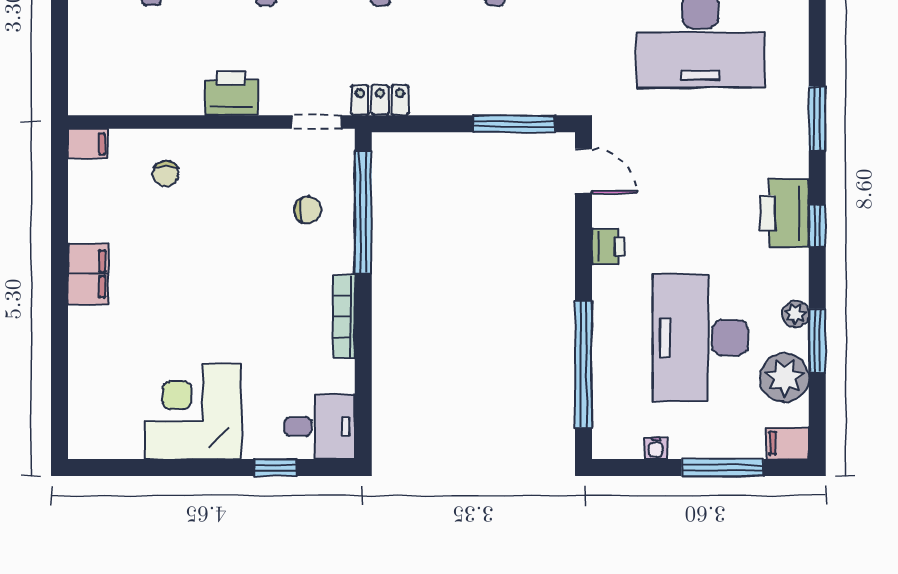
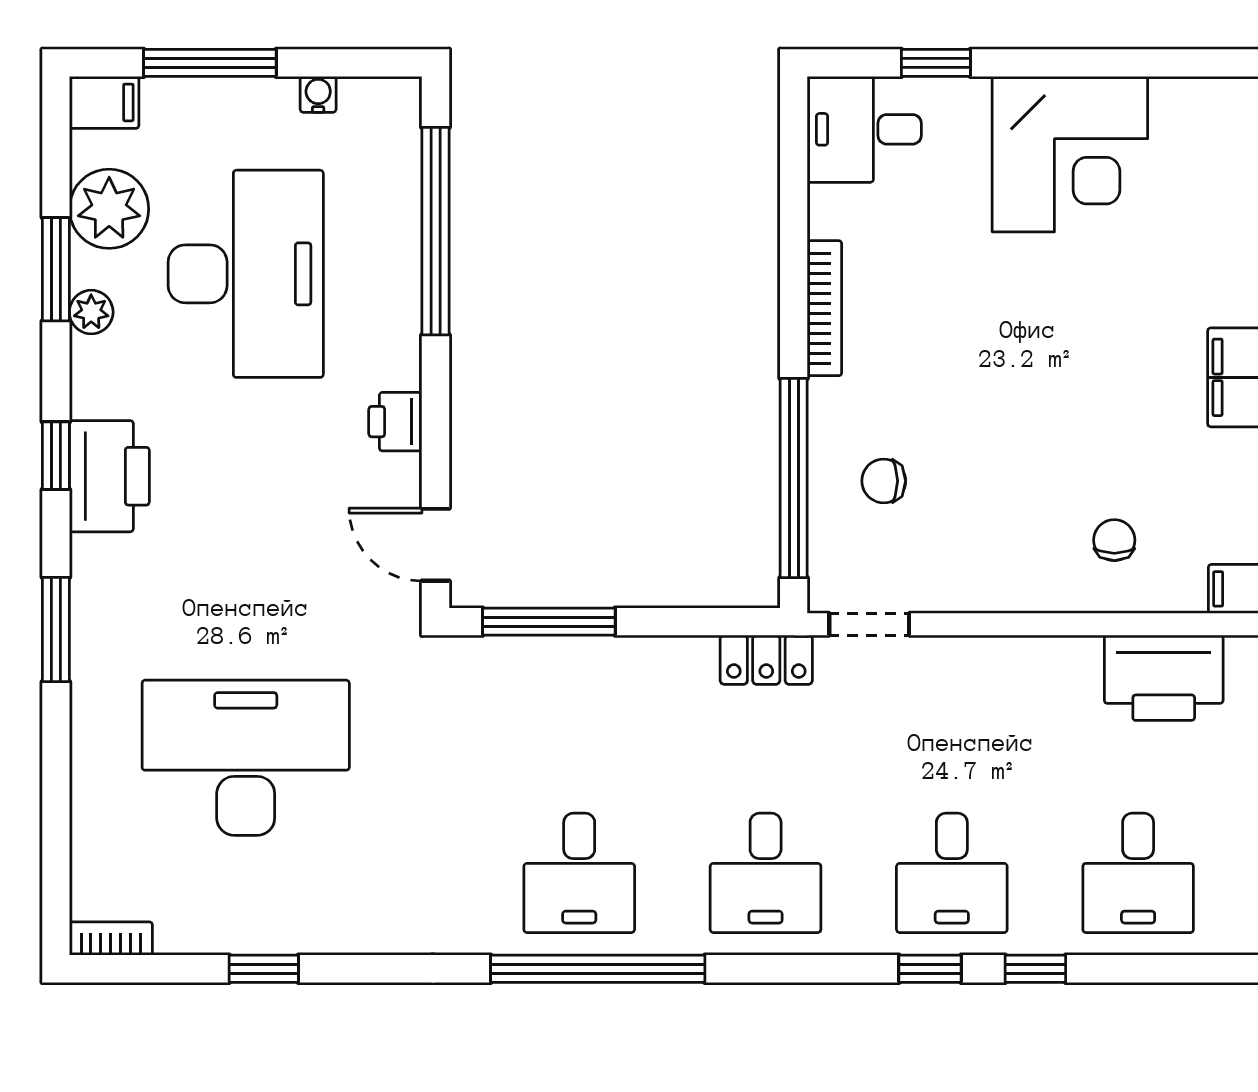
printer: (231, 93) -> (1164, 678), moved, width x1.37, depth x1.19

